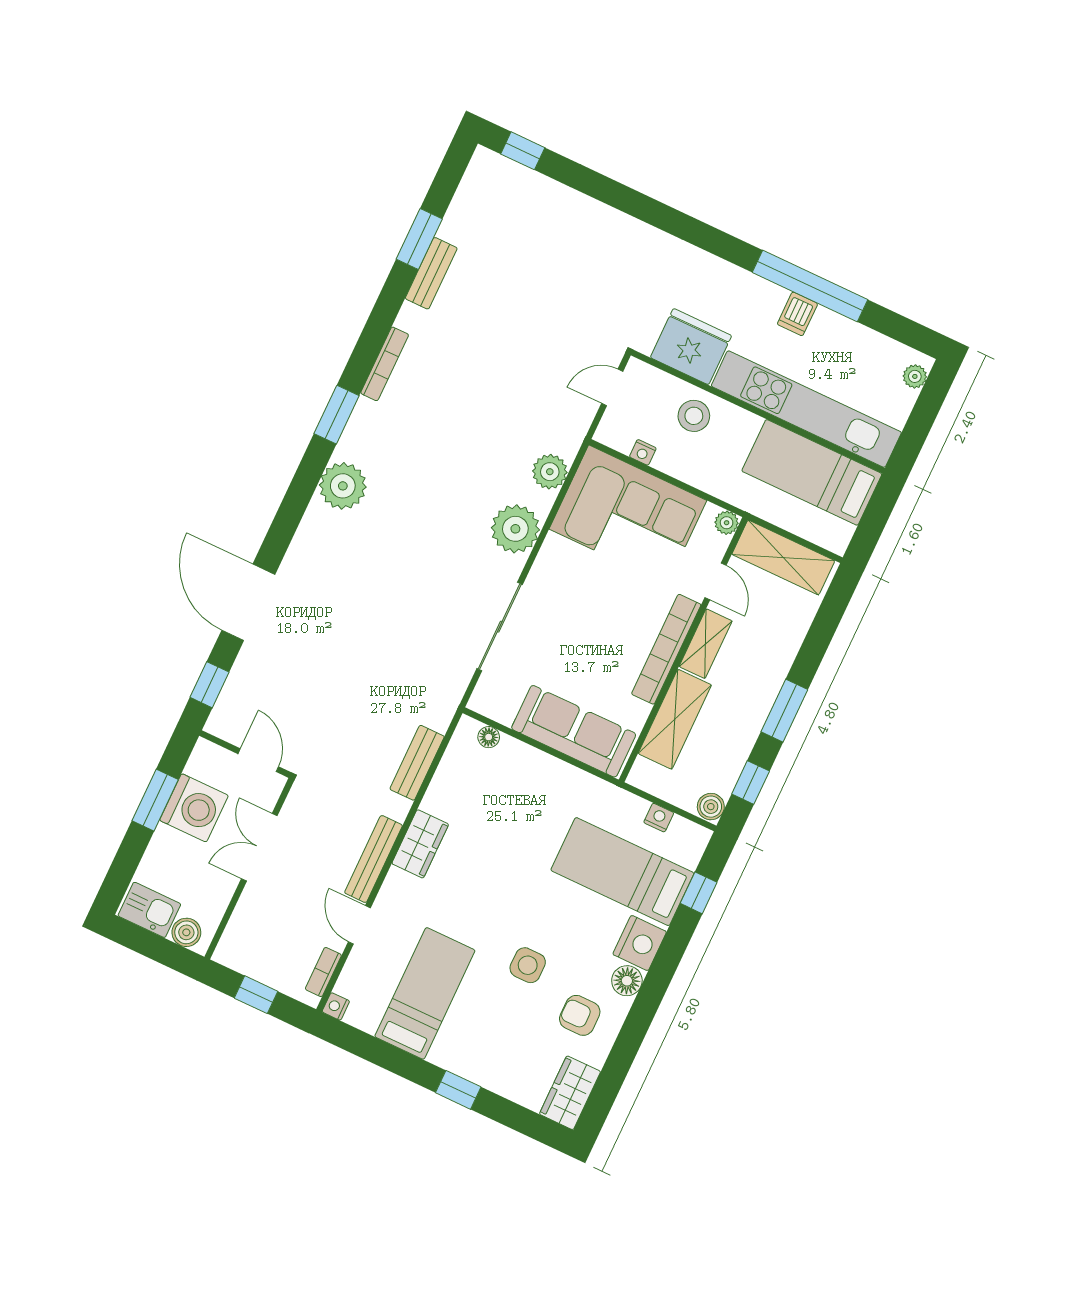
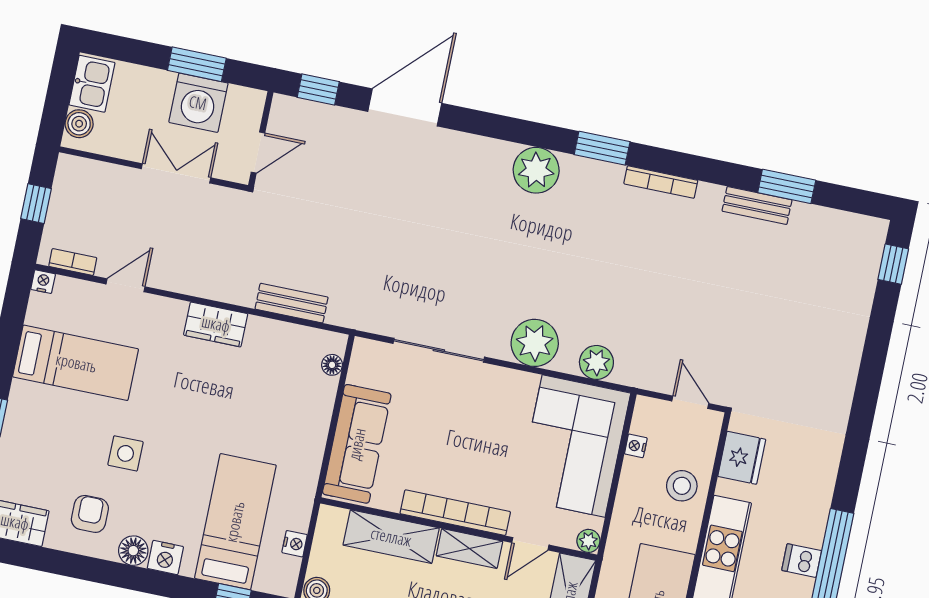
fridge: (691, 347) -> (742, 458), width x0.73, depth x0.75
bench: (374, 859) -> (191, 284), removed
nightstand: (640, 943) -> (165, 558), width x0.74, depth x0.75

